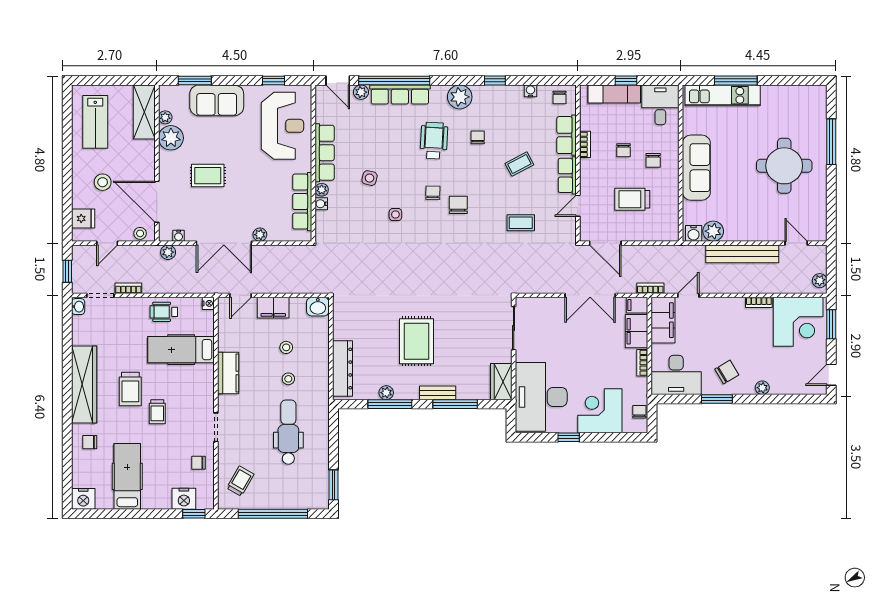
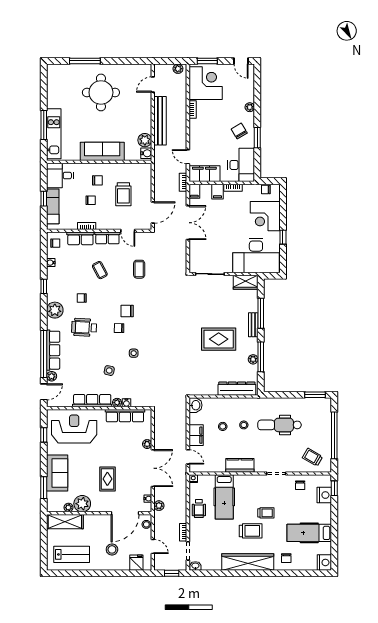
filing cabinet: (636, 331) -> (217, 192), width x0.50

